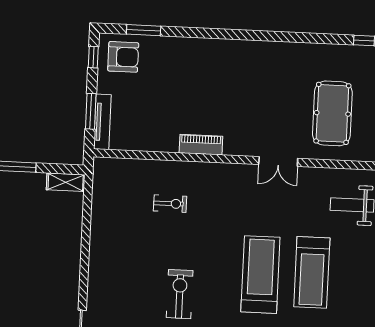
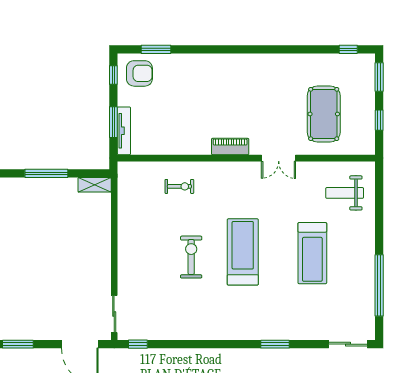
piano: (201, 145) -> (230, 147), moved
exercise bike: (170, 204) -> (179, 186), moved
treadmill: (260, 275) -> (243, 252), moved
exercise bike: (180, 294) -> (191, 257), moved

